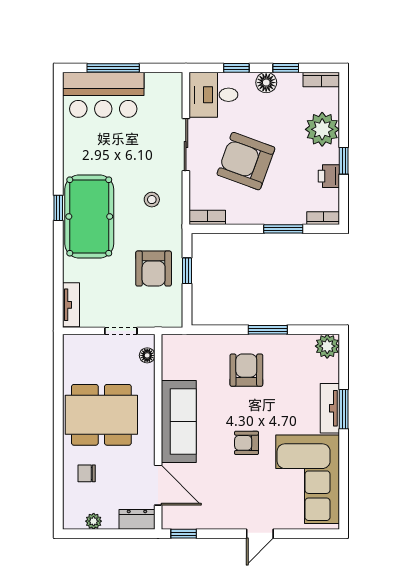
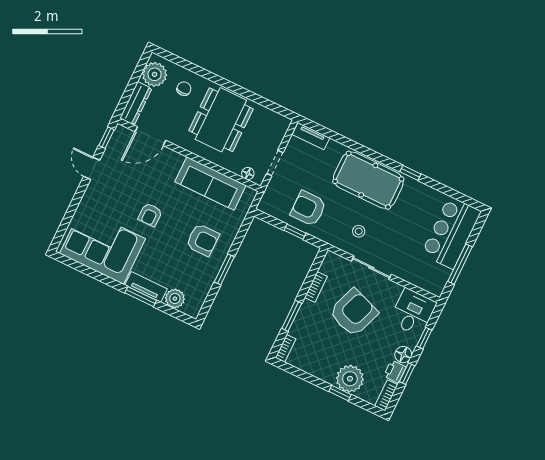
window: (113, 68) -> (460, 264), moved
sliding door: (186, 145) -> (371, 268), moved
window: (344, 161) -> (340, 393), moved
printer: (329, 176) -> (395, 372), moved, turned -90
window: (58, 208) -> (410, 173), moved
bookcase: (207, 217) -> (316, 287), moved
plant: (327, 346) -> (175, 299), moved
sofa: (179, 421) -> (210, 184), moved
armchair: (246, 443) -> (150, 215), turned 180
dresser: (137, 519) -> (136, 103), width x1.44
plant: (94, 521) -> (155, 74), width x1.87, depth x1.87
door: (260, 534) -> (92, 168), moved

